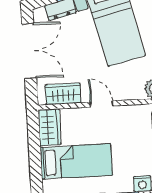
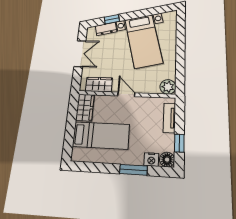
double door: (29, 51) -> (80, 54), width x0.73

